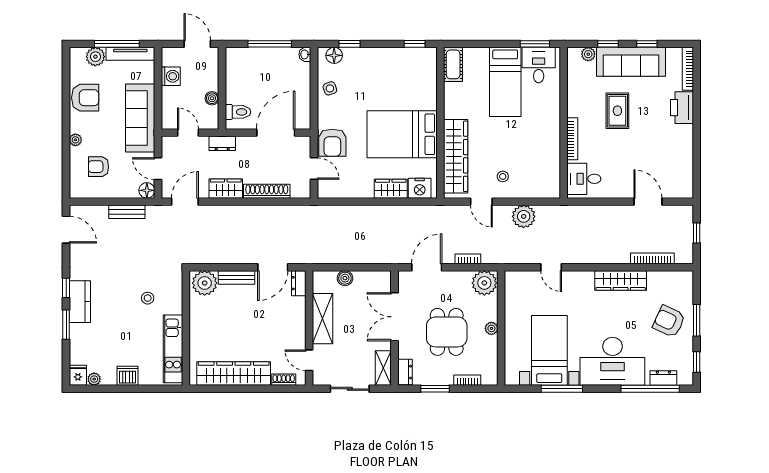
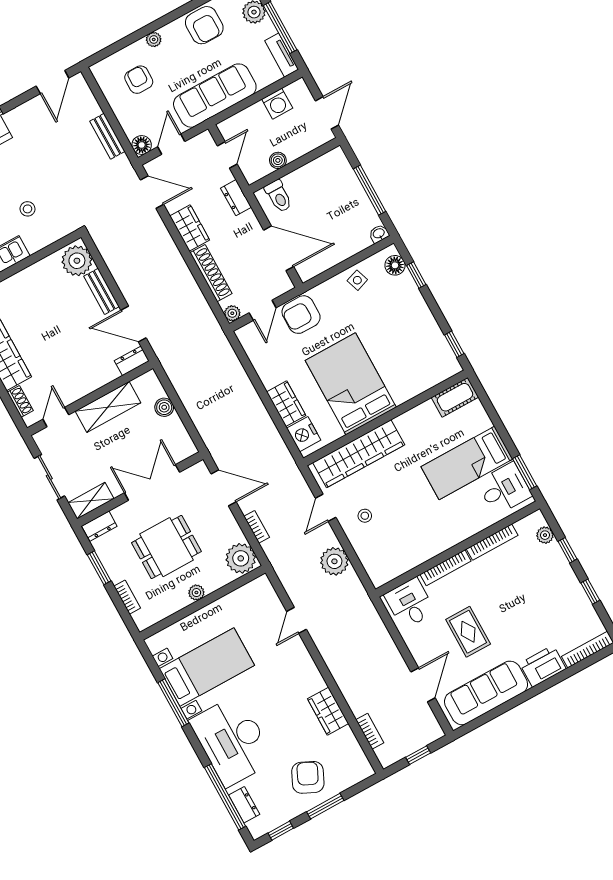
tv unit: (130, 54) -> (282, 55), width x0.71
sofa: (631, 62) -> (486, 693), moved, turned 90
bookcase: (572, 95) -> (492, 542), added
rug: (617, 111) -> (468, 632), moved, turned 90
plant: (304, 192) -> (232, 313), added
bookcase: (652, 258) -> (370, 731), width x0.64
wardrobe: (621, 280) -> (328, 711), width x0.67

